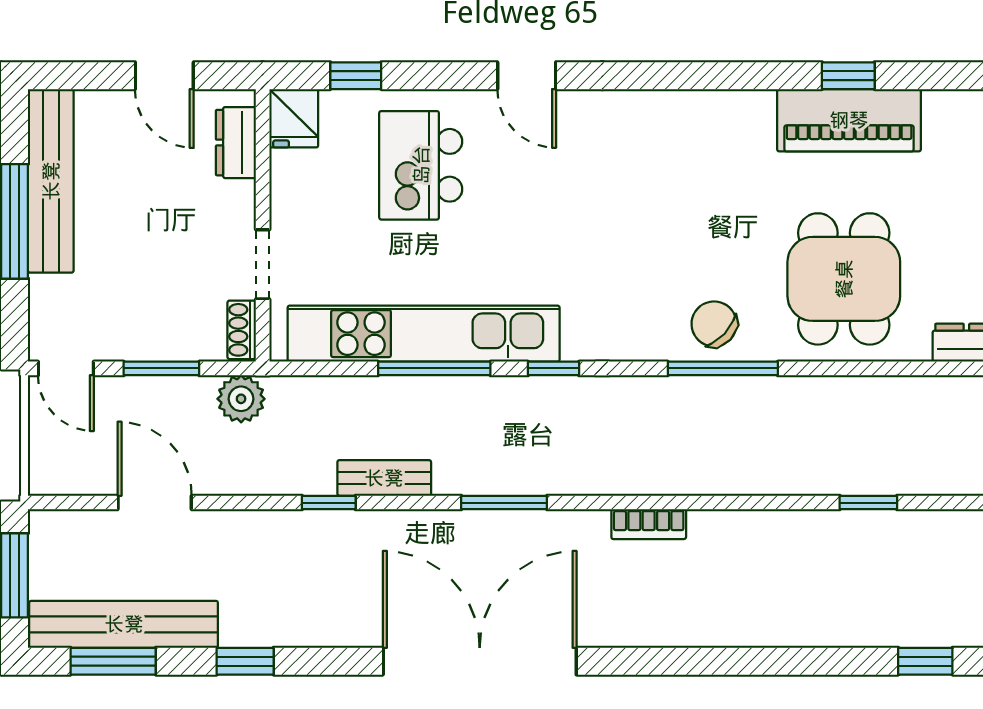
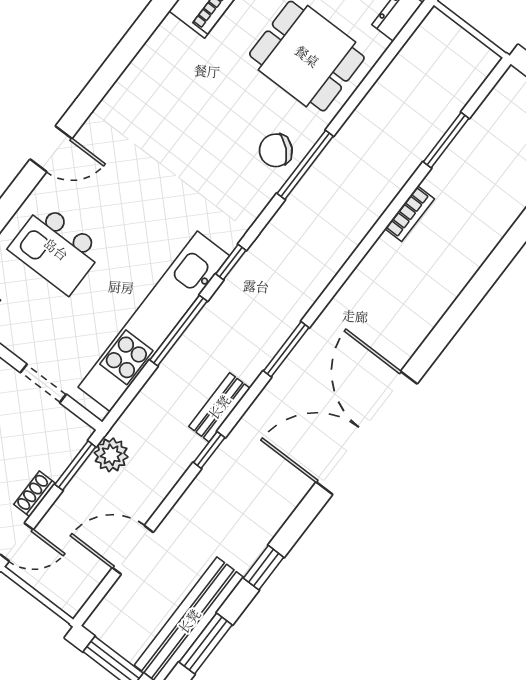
shoe rack: (242, 330) -> (35, 494), moved, turned 90
window: (161, 368) -> (75, 466), moved
window: (868, 503) -> (446, 140), width x1.50
bookcase: (649, 524) -> (410, 214), moved

